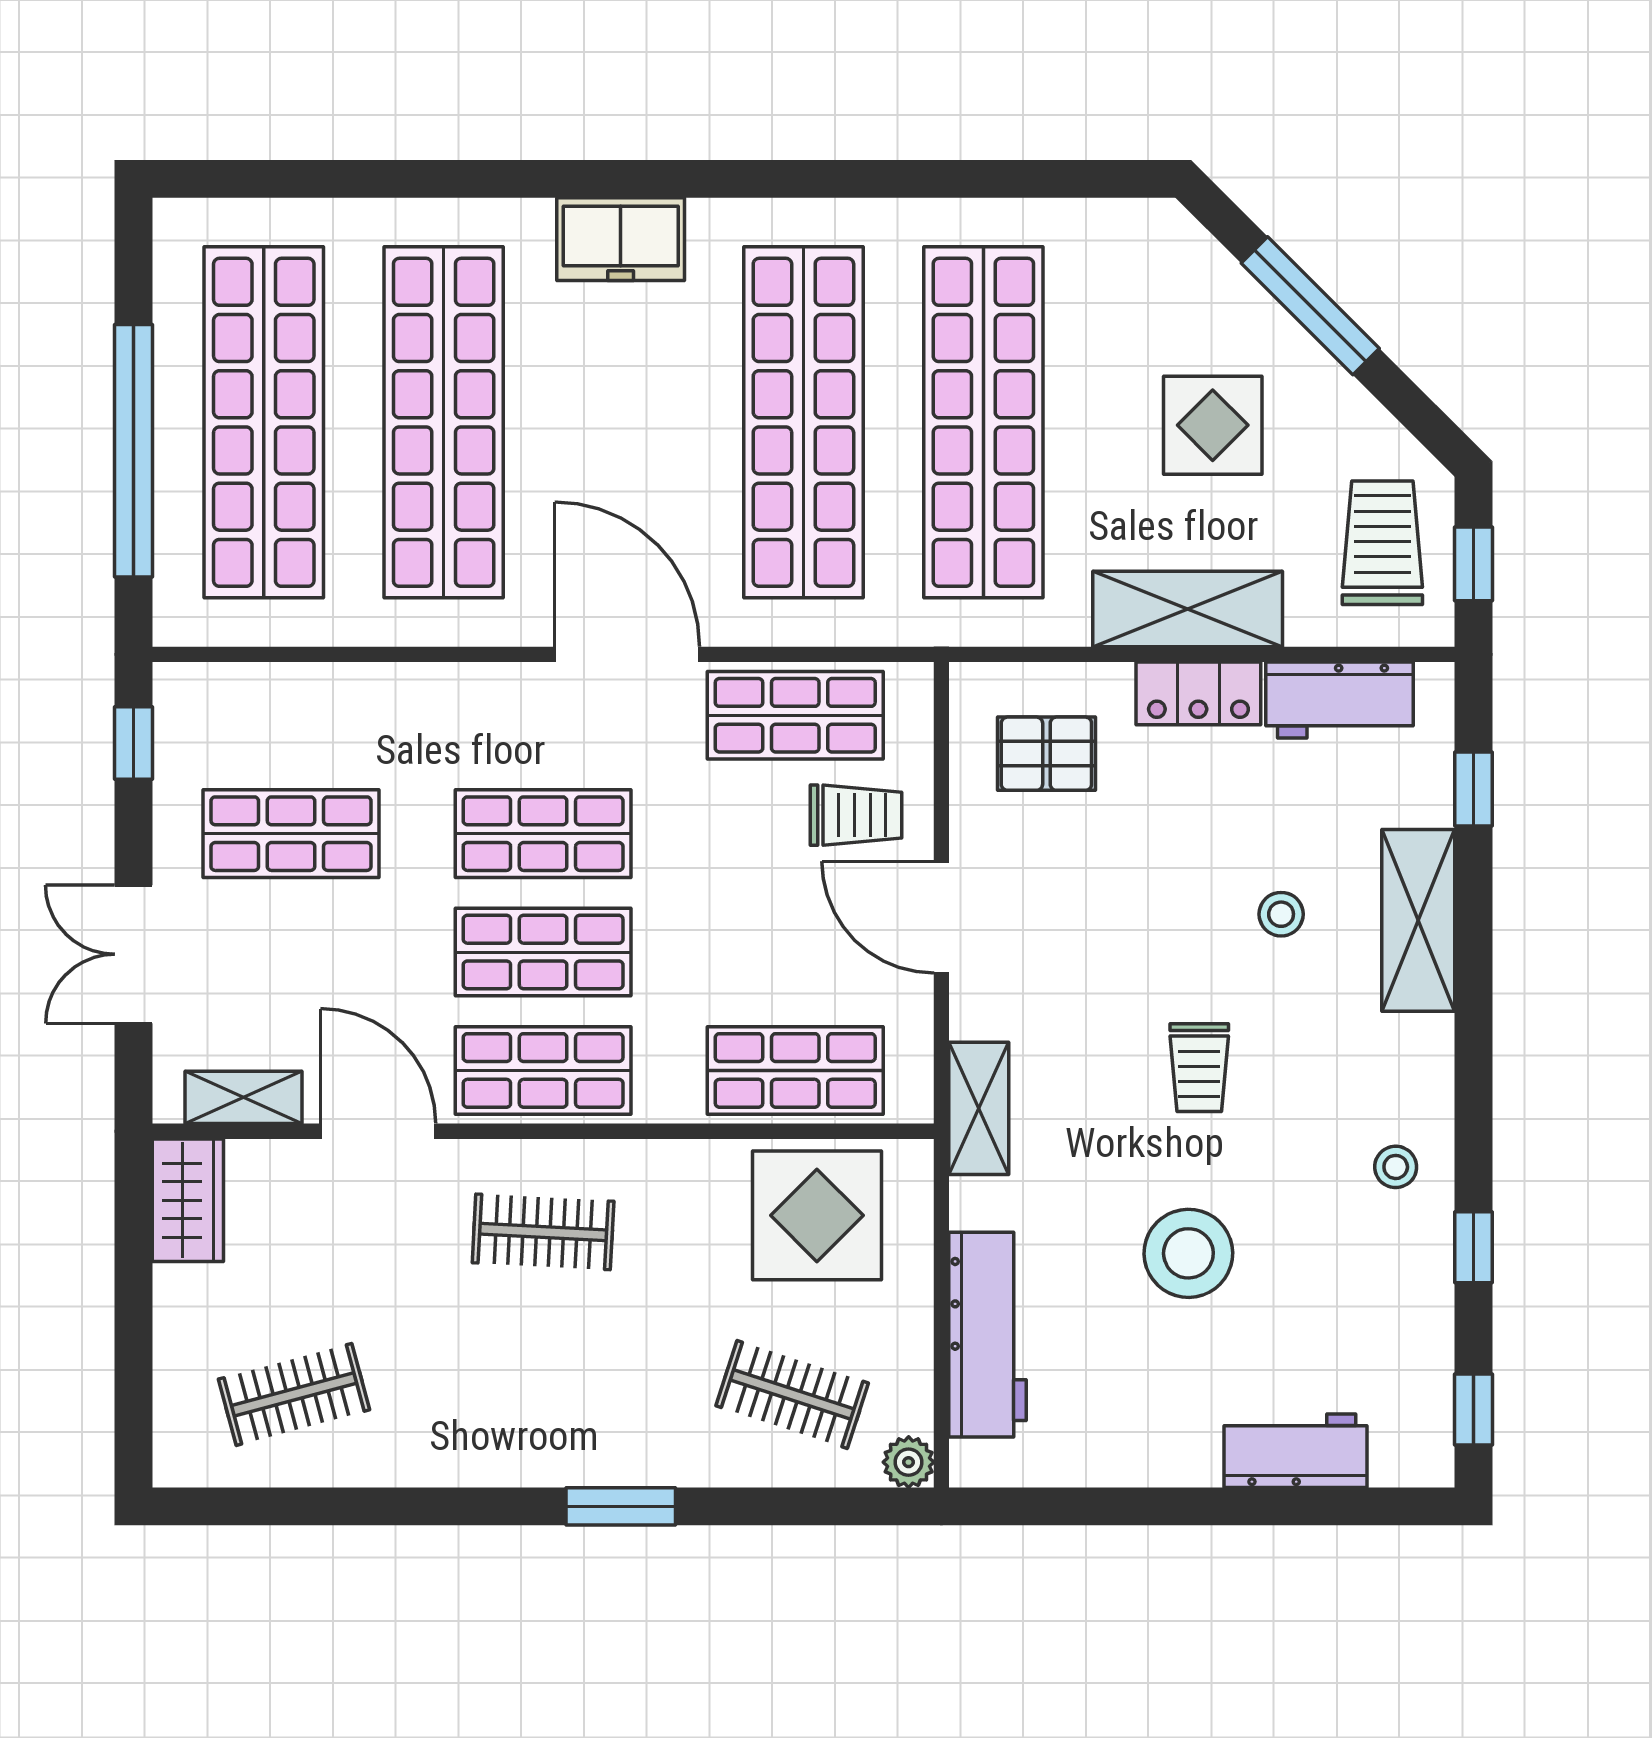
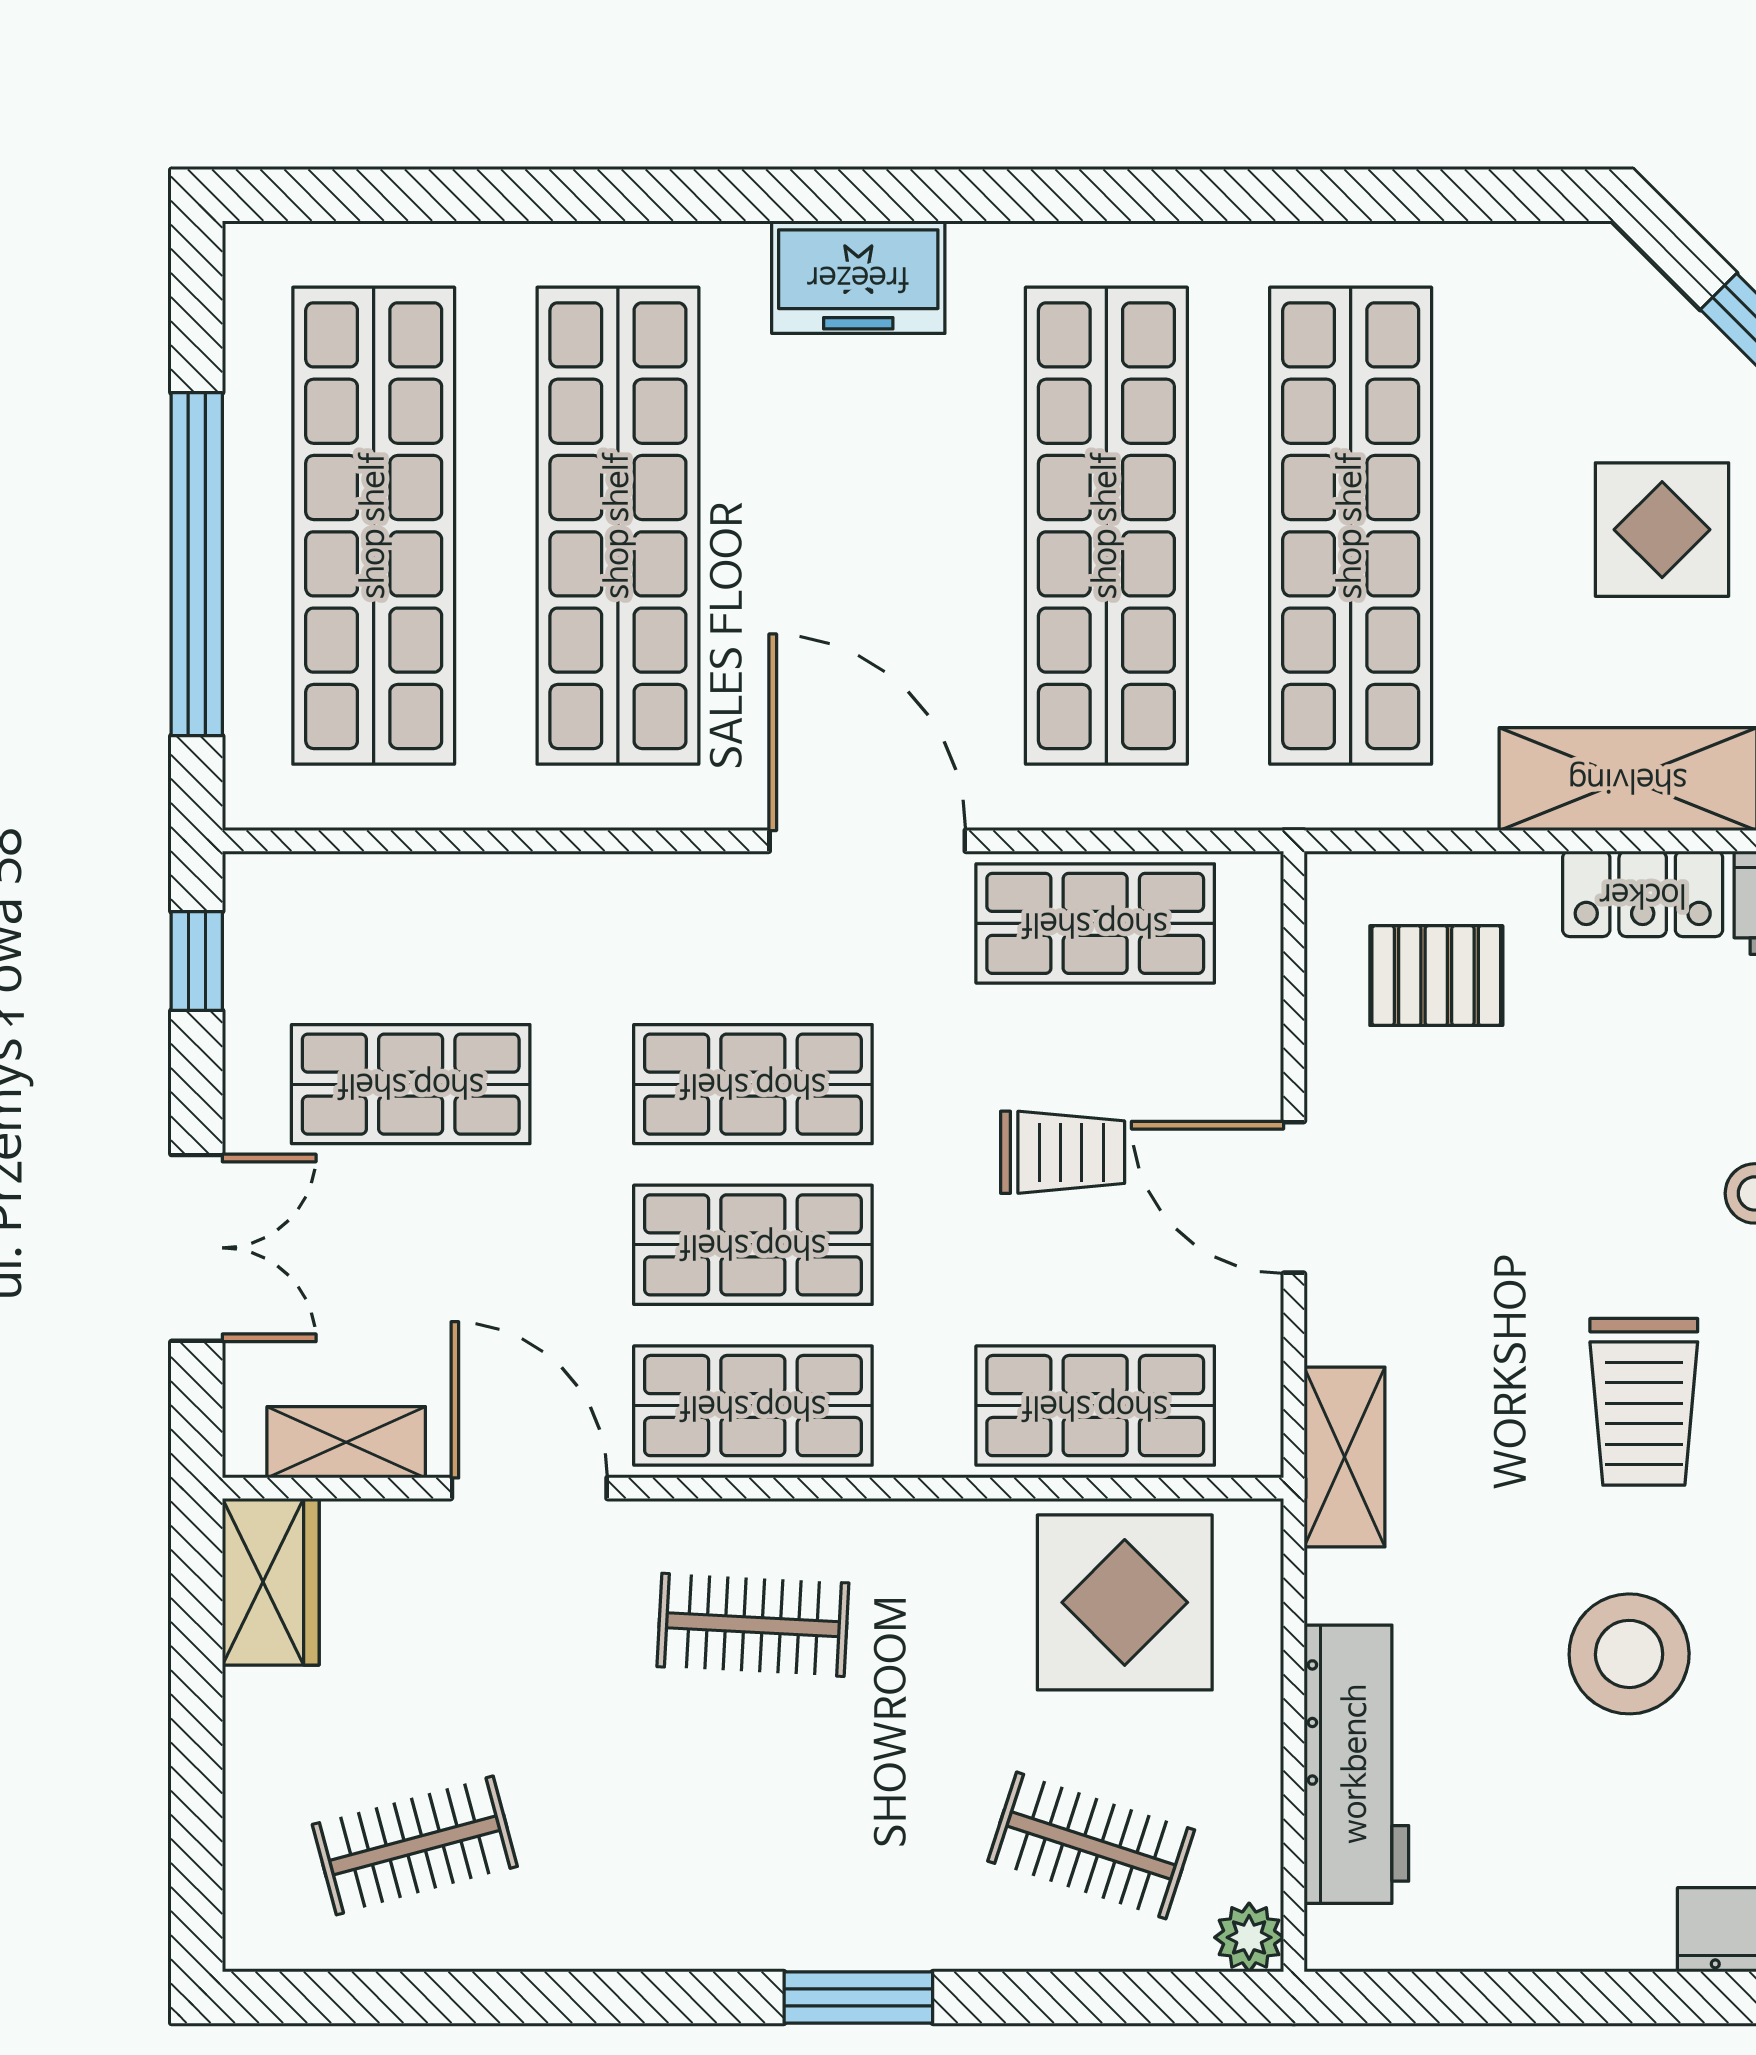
trolley: (856, 815) -> (1063, 1152), moved
double door: (133, 954) -> (197, 1248), swing flipped
trolley: (1199, 1068) -> (1644, 1402), width x1.36, depth x1.39

